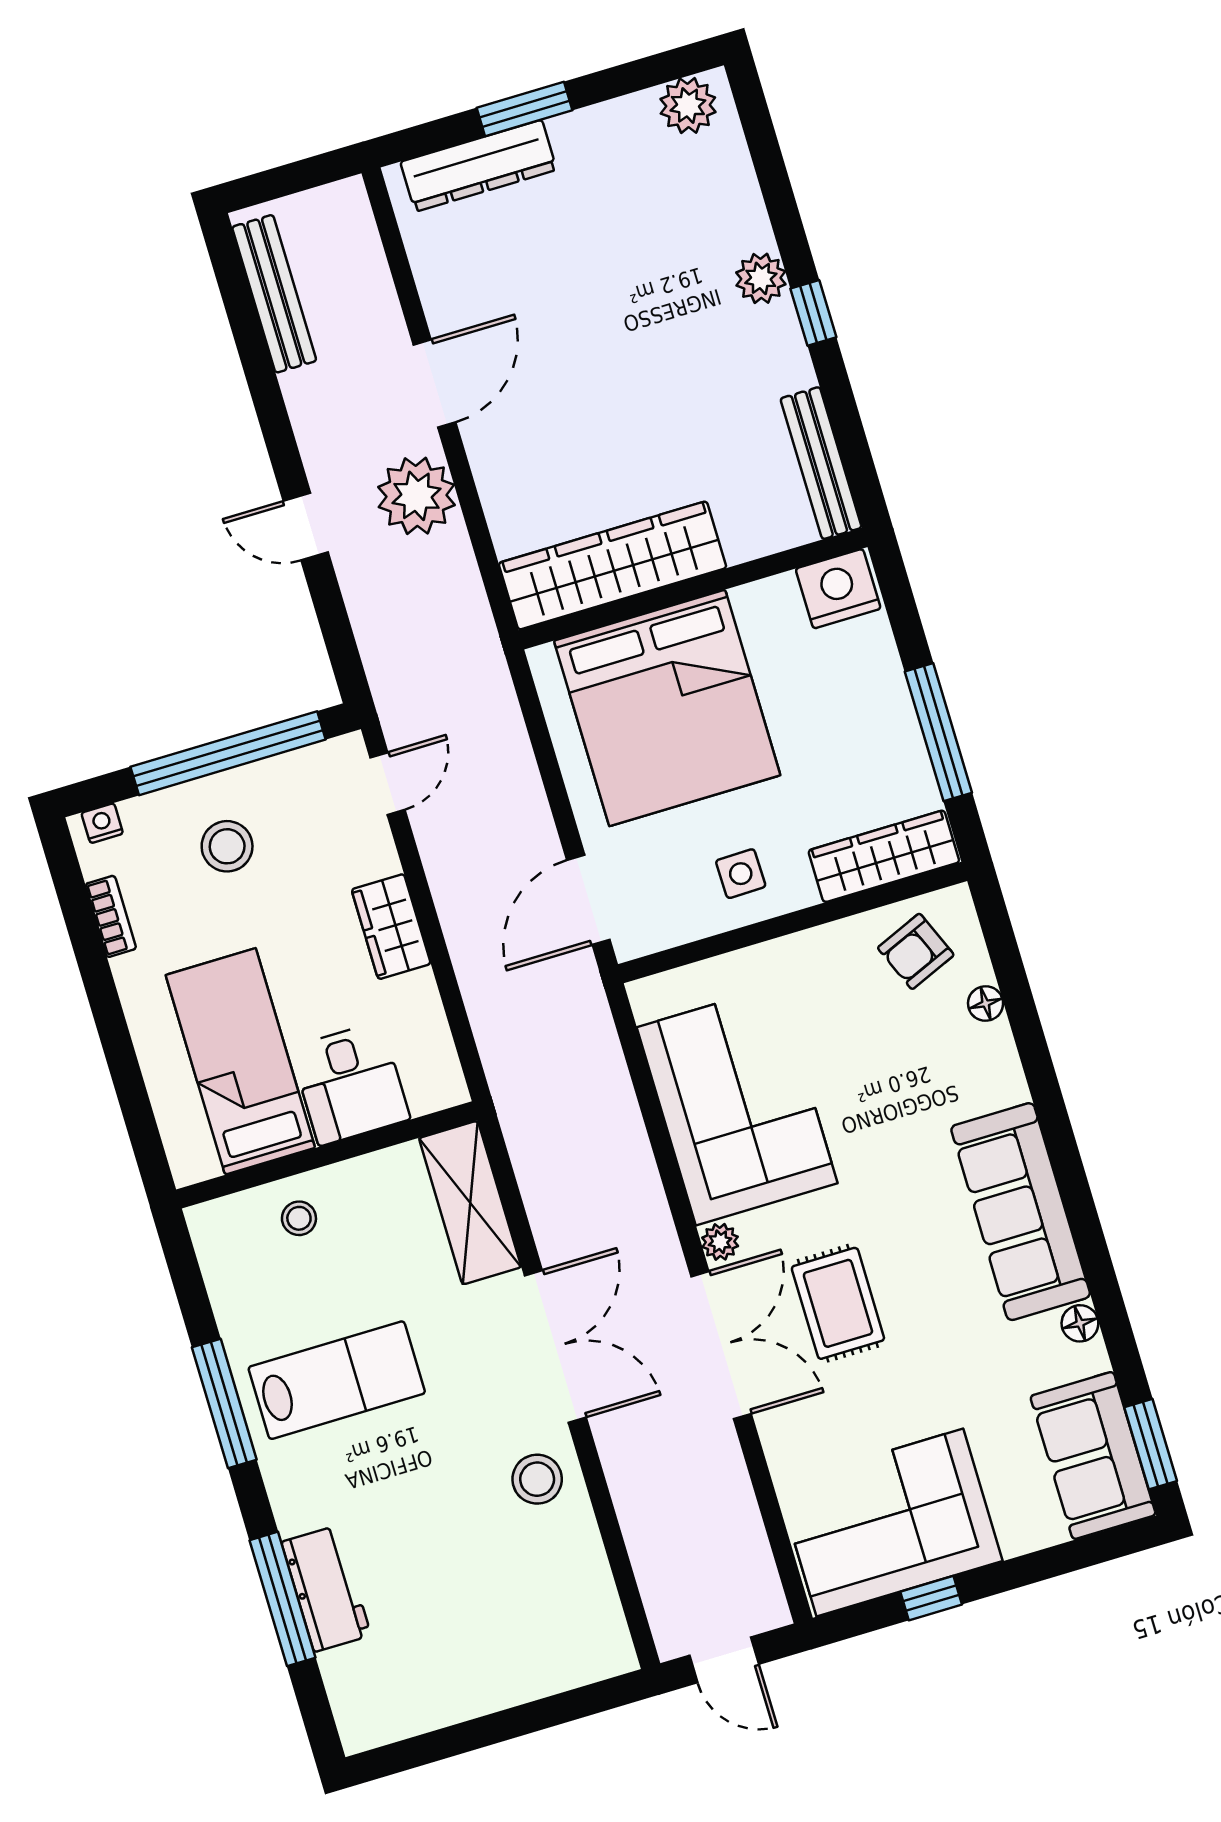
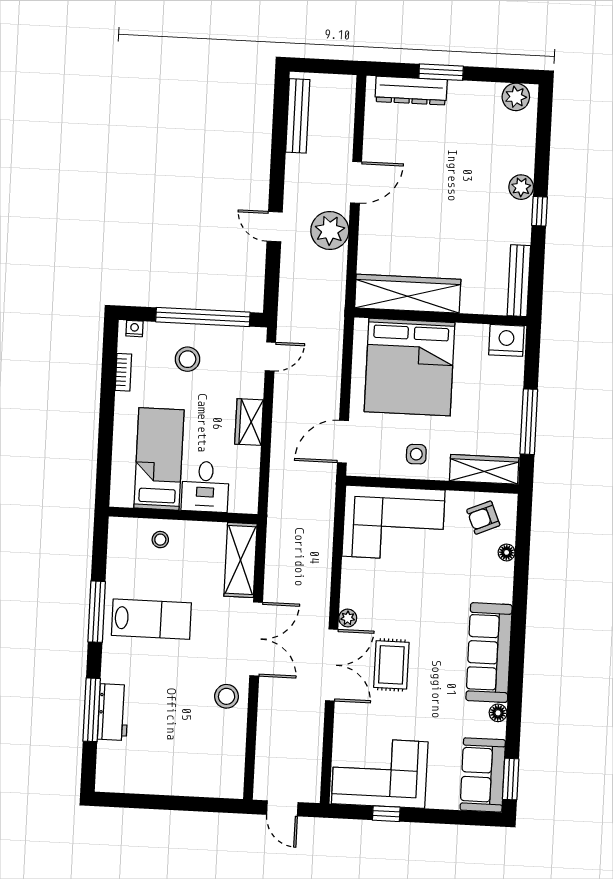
corner sofa: (737, 1105) -> (394, 523), moved, turned 90

